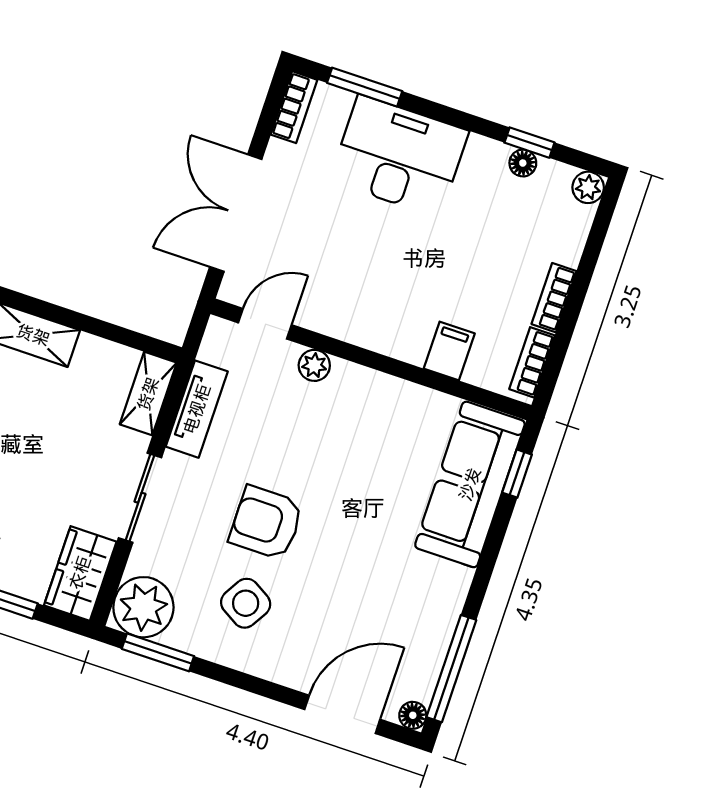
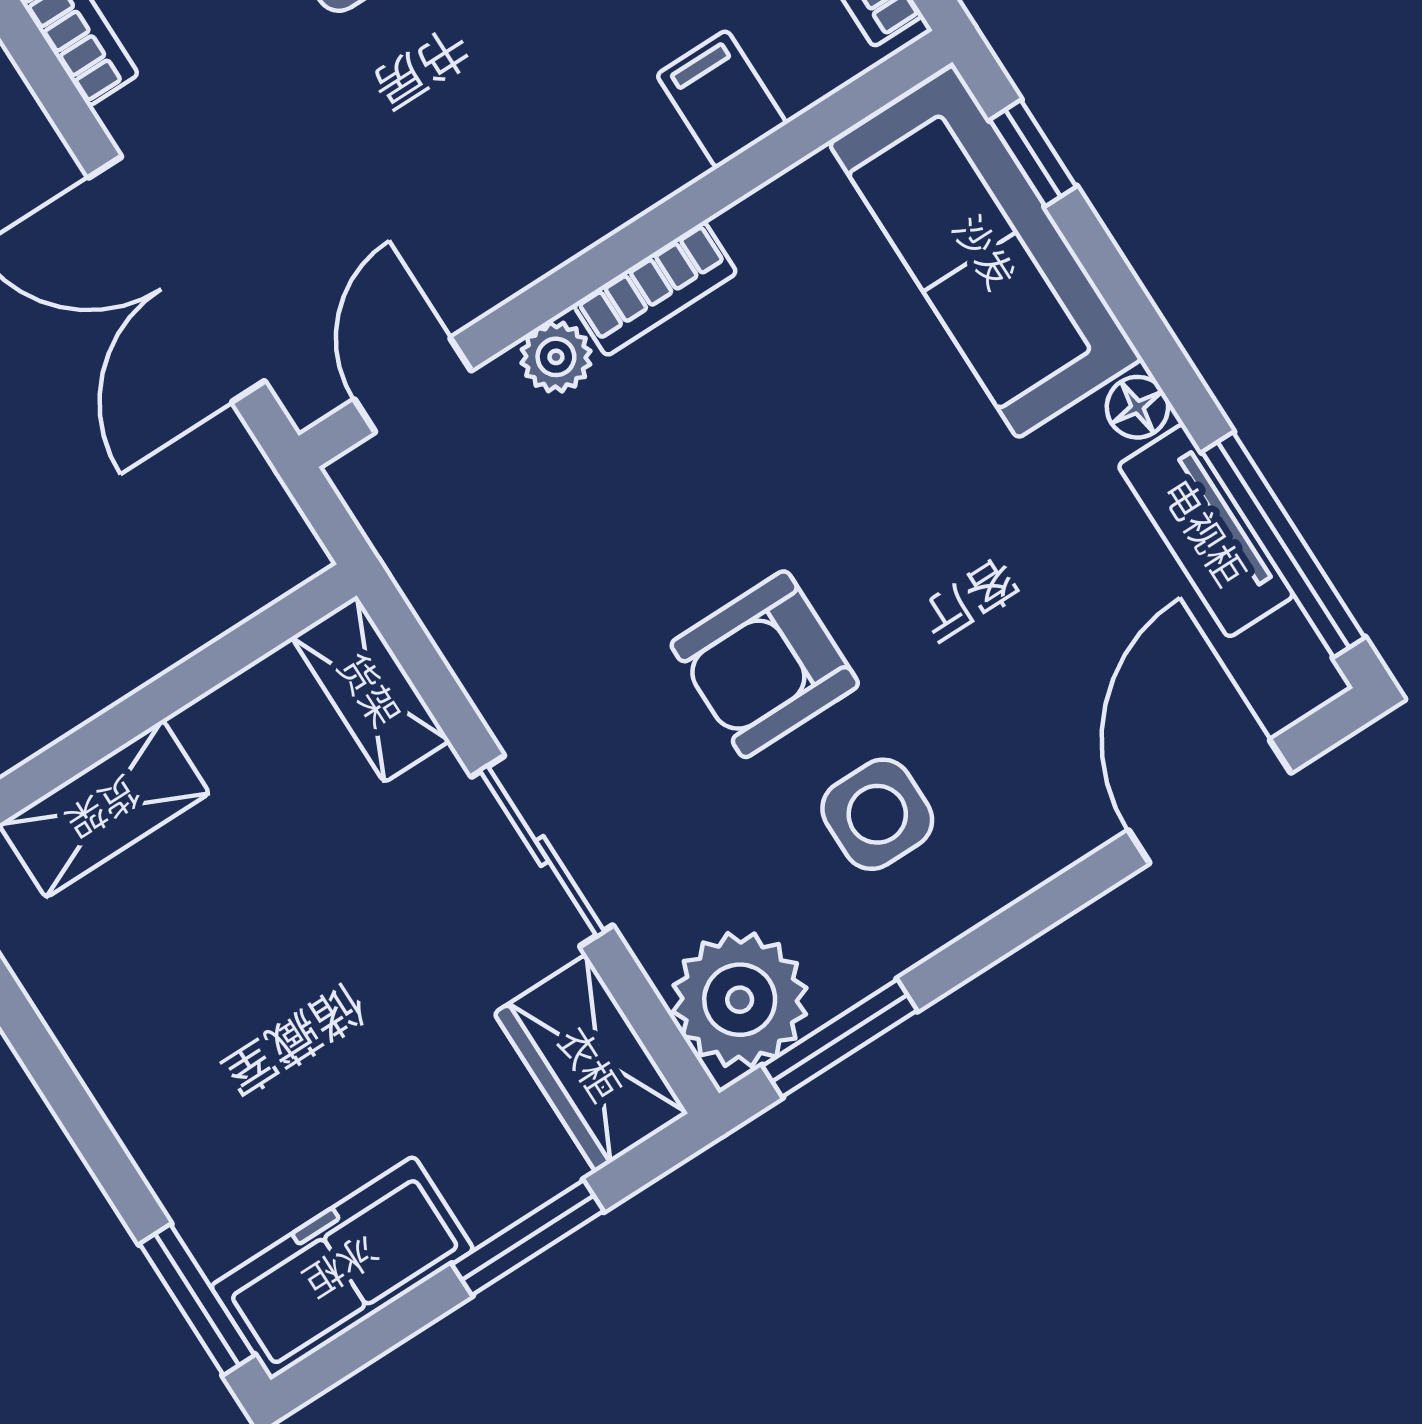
bookcase: (365, 381) -> (655, 289), added
tv unit: (197, 409) -> (1206, 531), moved, turned 180
side table: (246, 603) -> (877, 814), turned -31
floor lamp: (413, 715) -> (1137, 407), moved

